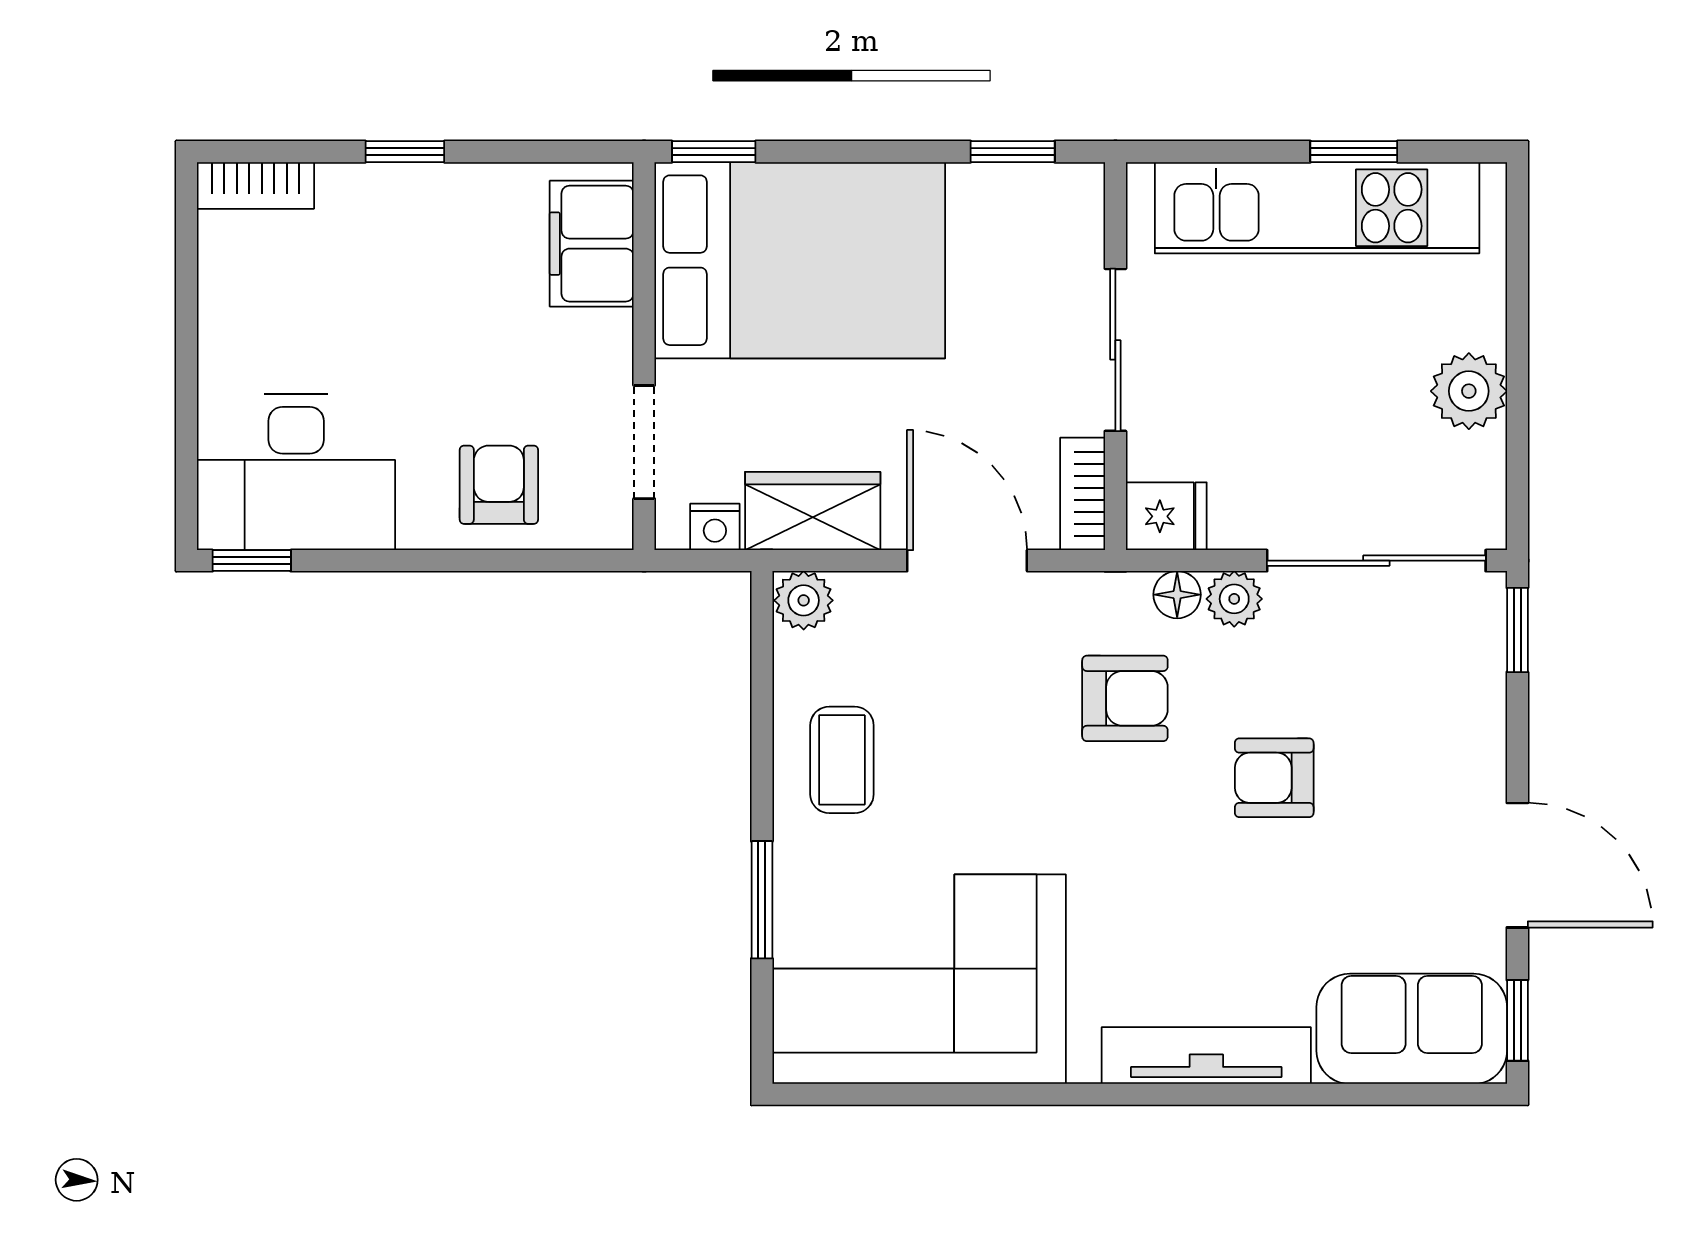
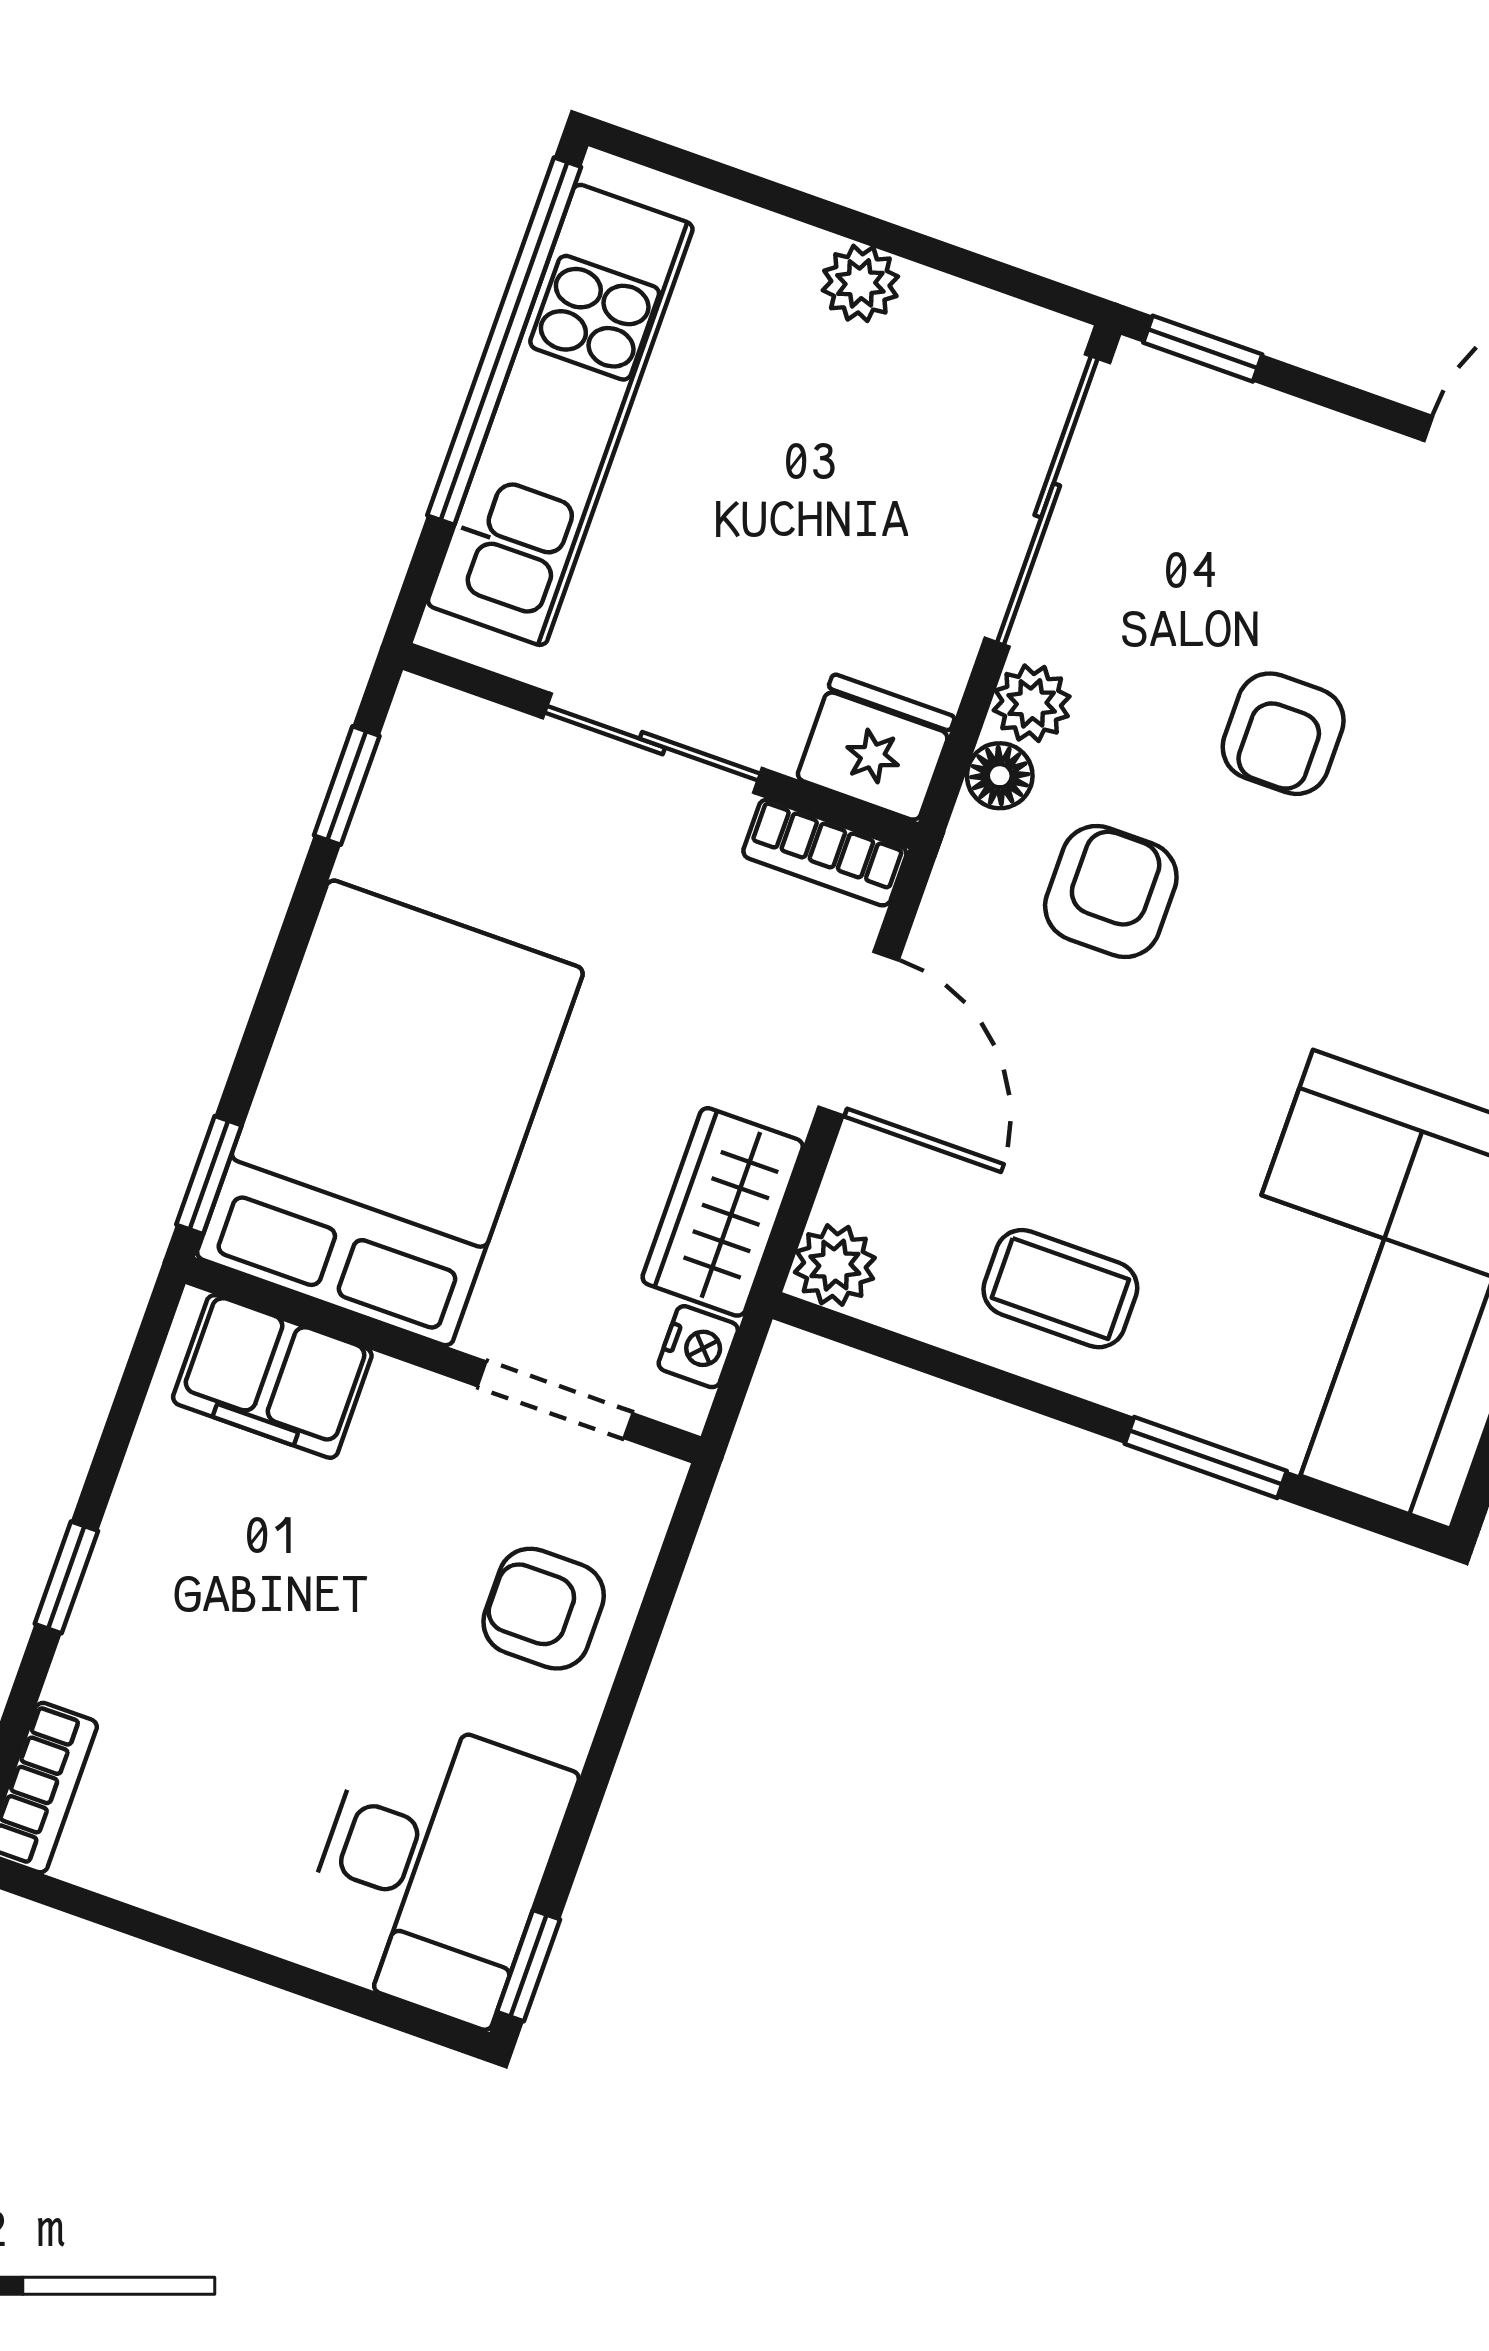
window: (1354, 152) -> (504, 341), width x3.17
plant: (1469, 391) -> (860, 283), width x0.73, depth x0.73
fridge: (1166, 516) -> (876, 748), width x1.38
door: (967, 561) -> (858, 1034), swing flipped

